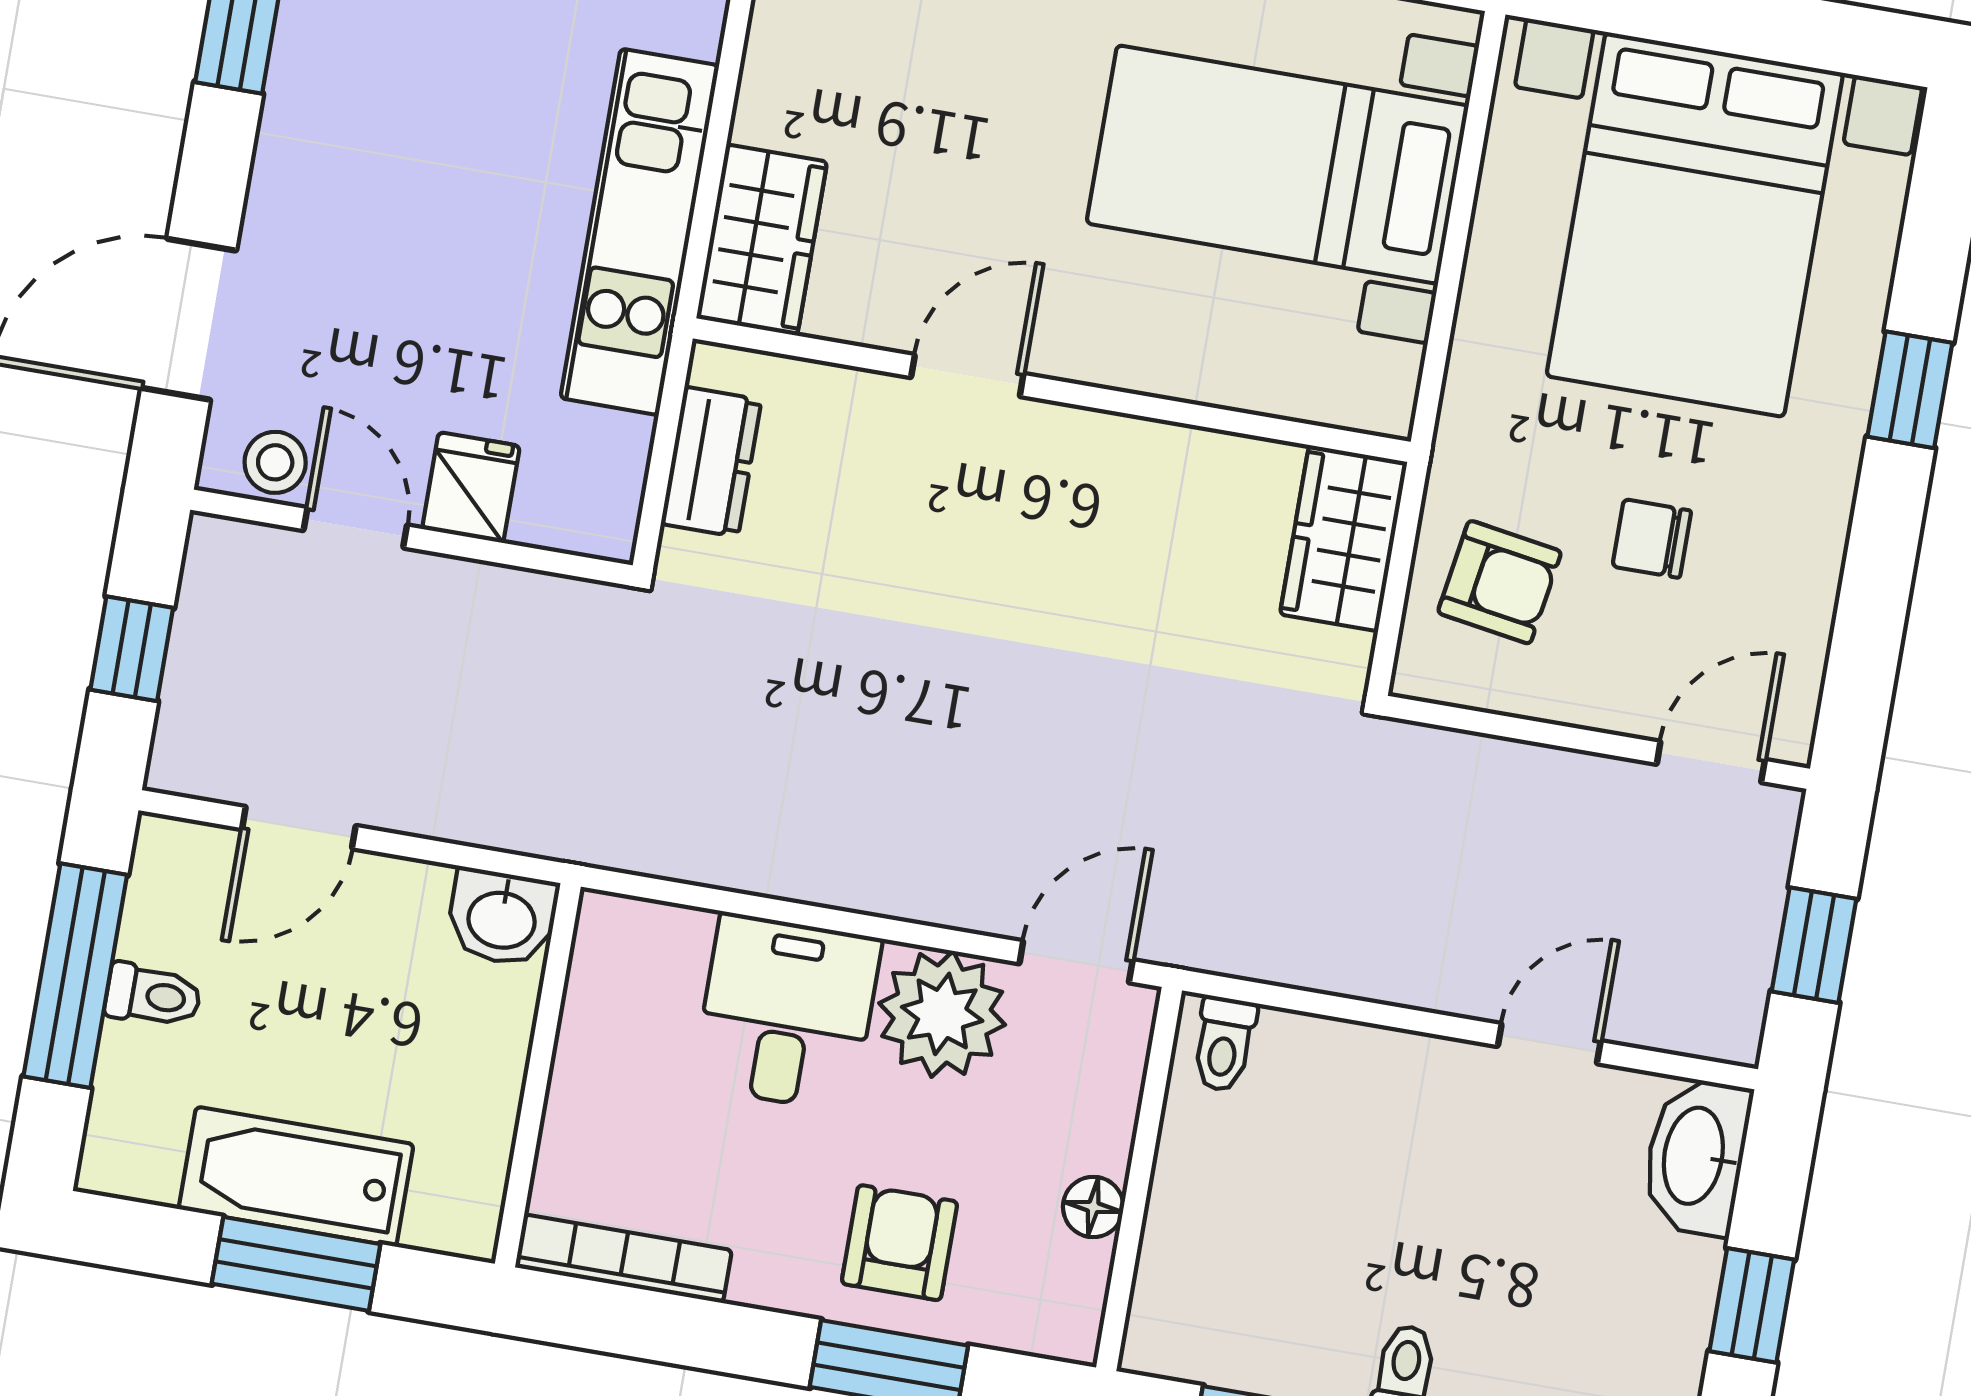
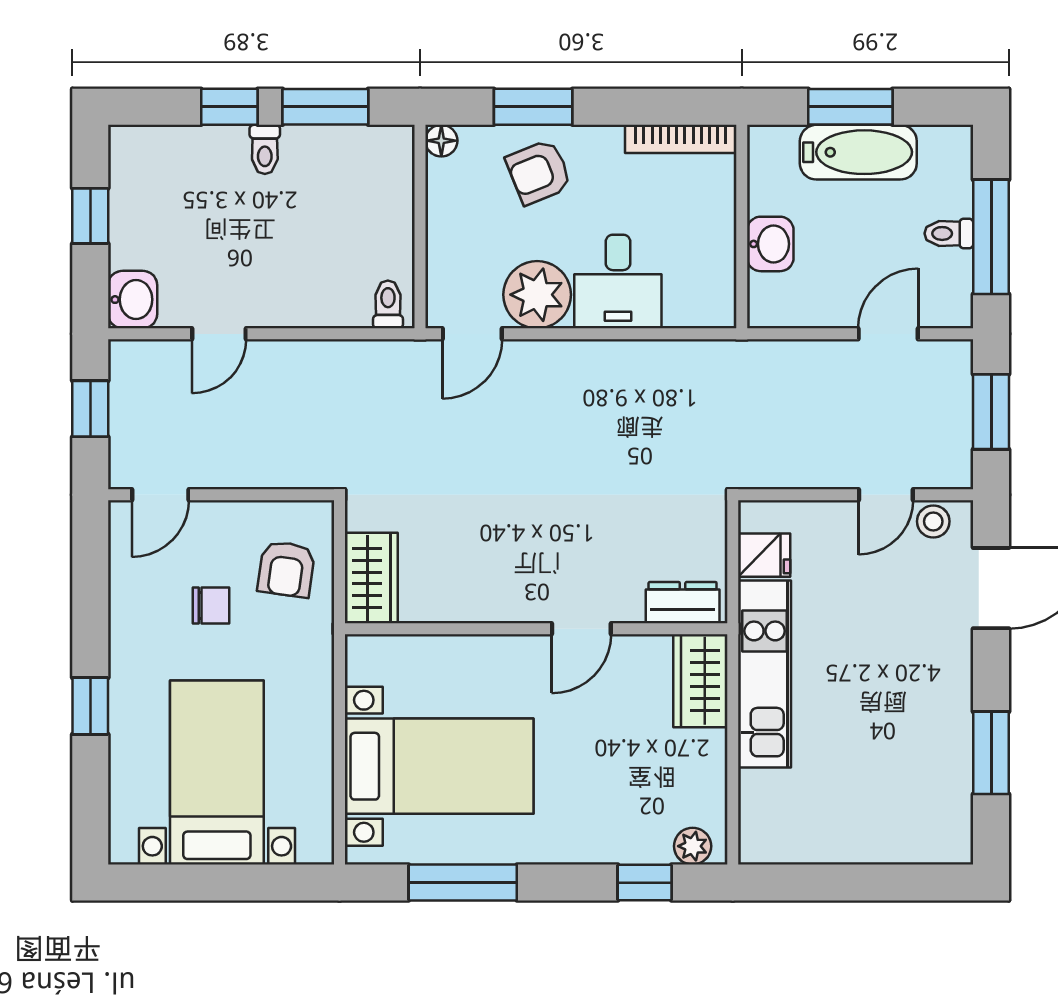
bed with nightstands: (1695, 225) -> (217, 773), width x0.73
dresser: (711, 462) -> (683, 603), moved, turned 90
fridge: (471, 487) -> (764, 555), moved, turned -90
door: (355, 528) -> (886, 495), hinge flipped
armchair: (1500, 582) -> (286, 569), turned -91
window: (132, 649) -> (991, 412), width x1.50
washbasin: (502, 918) -> (770, 244), moved, turned 90
washbasin: (1696, 1156) -> (133, 300), width x0.72
floor lamp: (1093, 1207) -> (441, 141), moved
armchair: (899, 1243) -> (539, 172), turned 68

